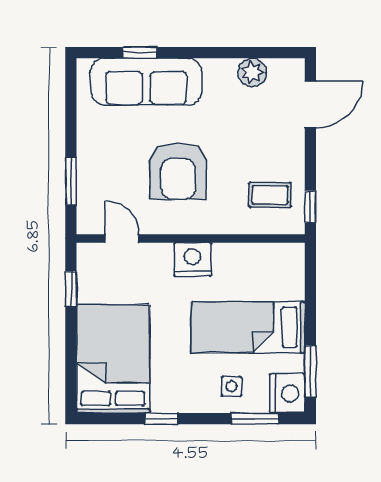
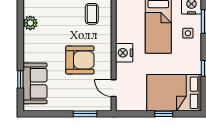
sofa: (146, 82) -> (35, 83), width x0.73
door: (122, 238) -> (114, 88), hinge flipped
window: (71, 289) -> (164, 114), moved

